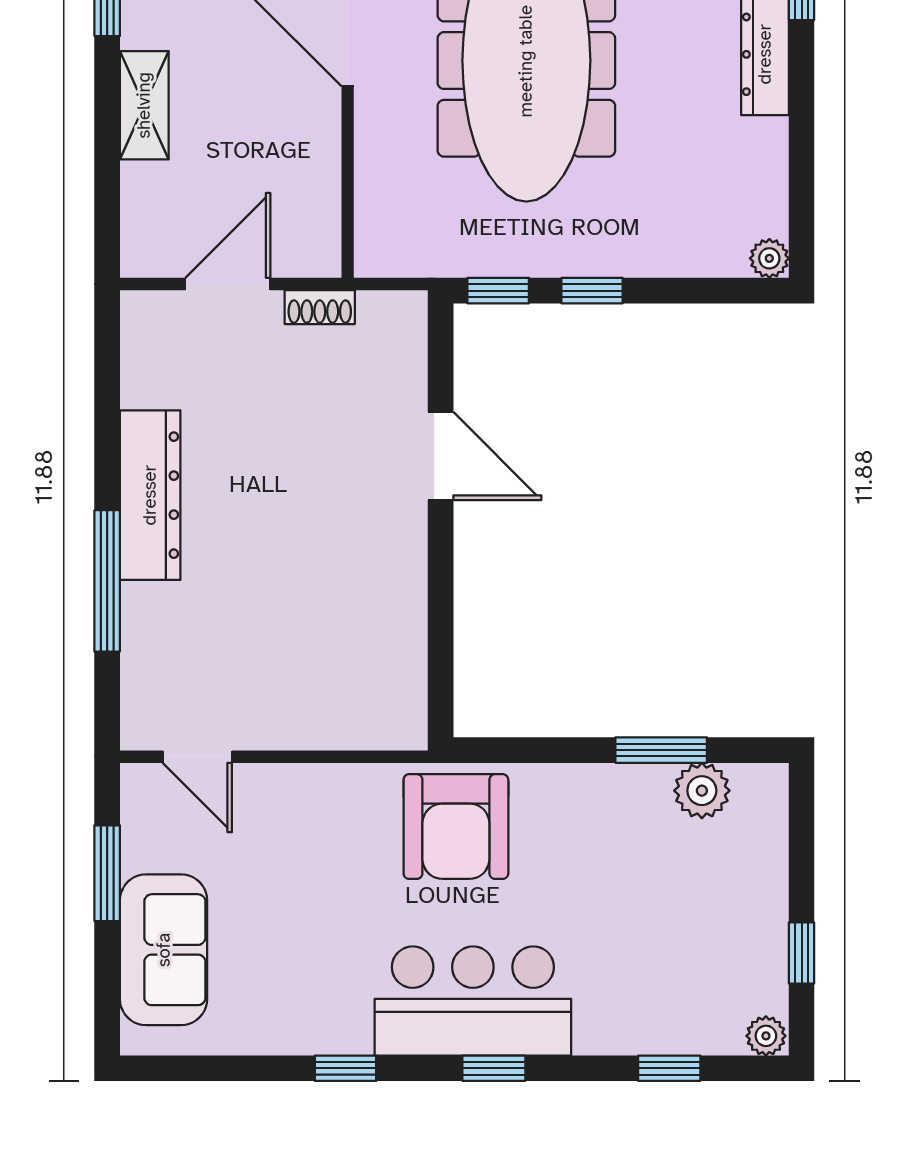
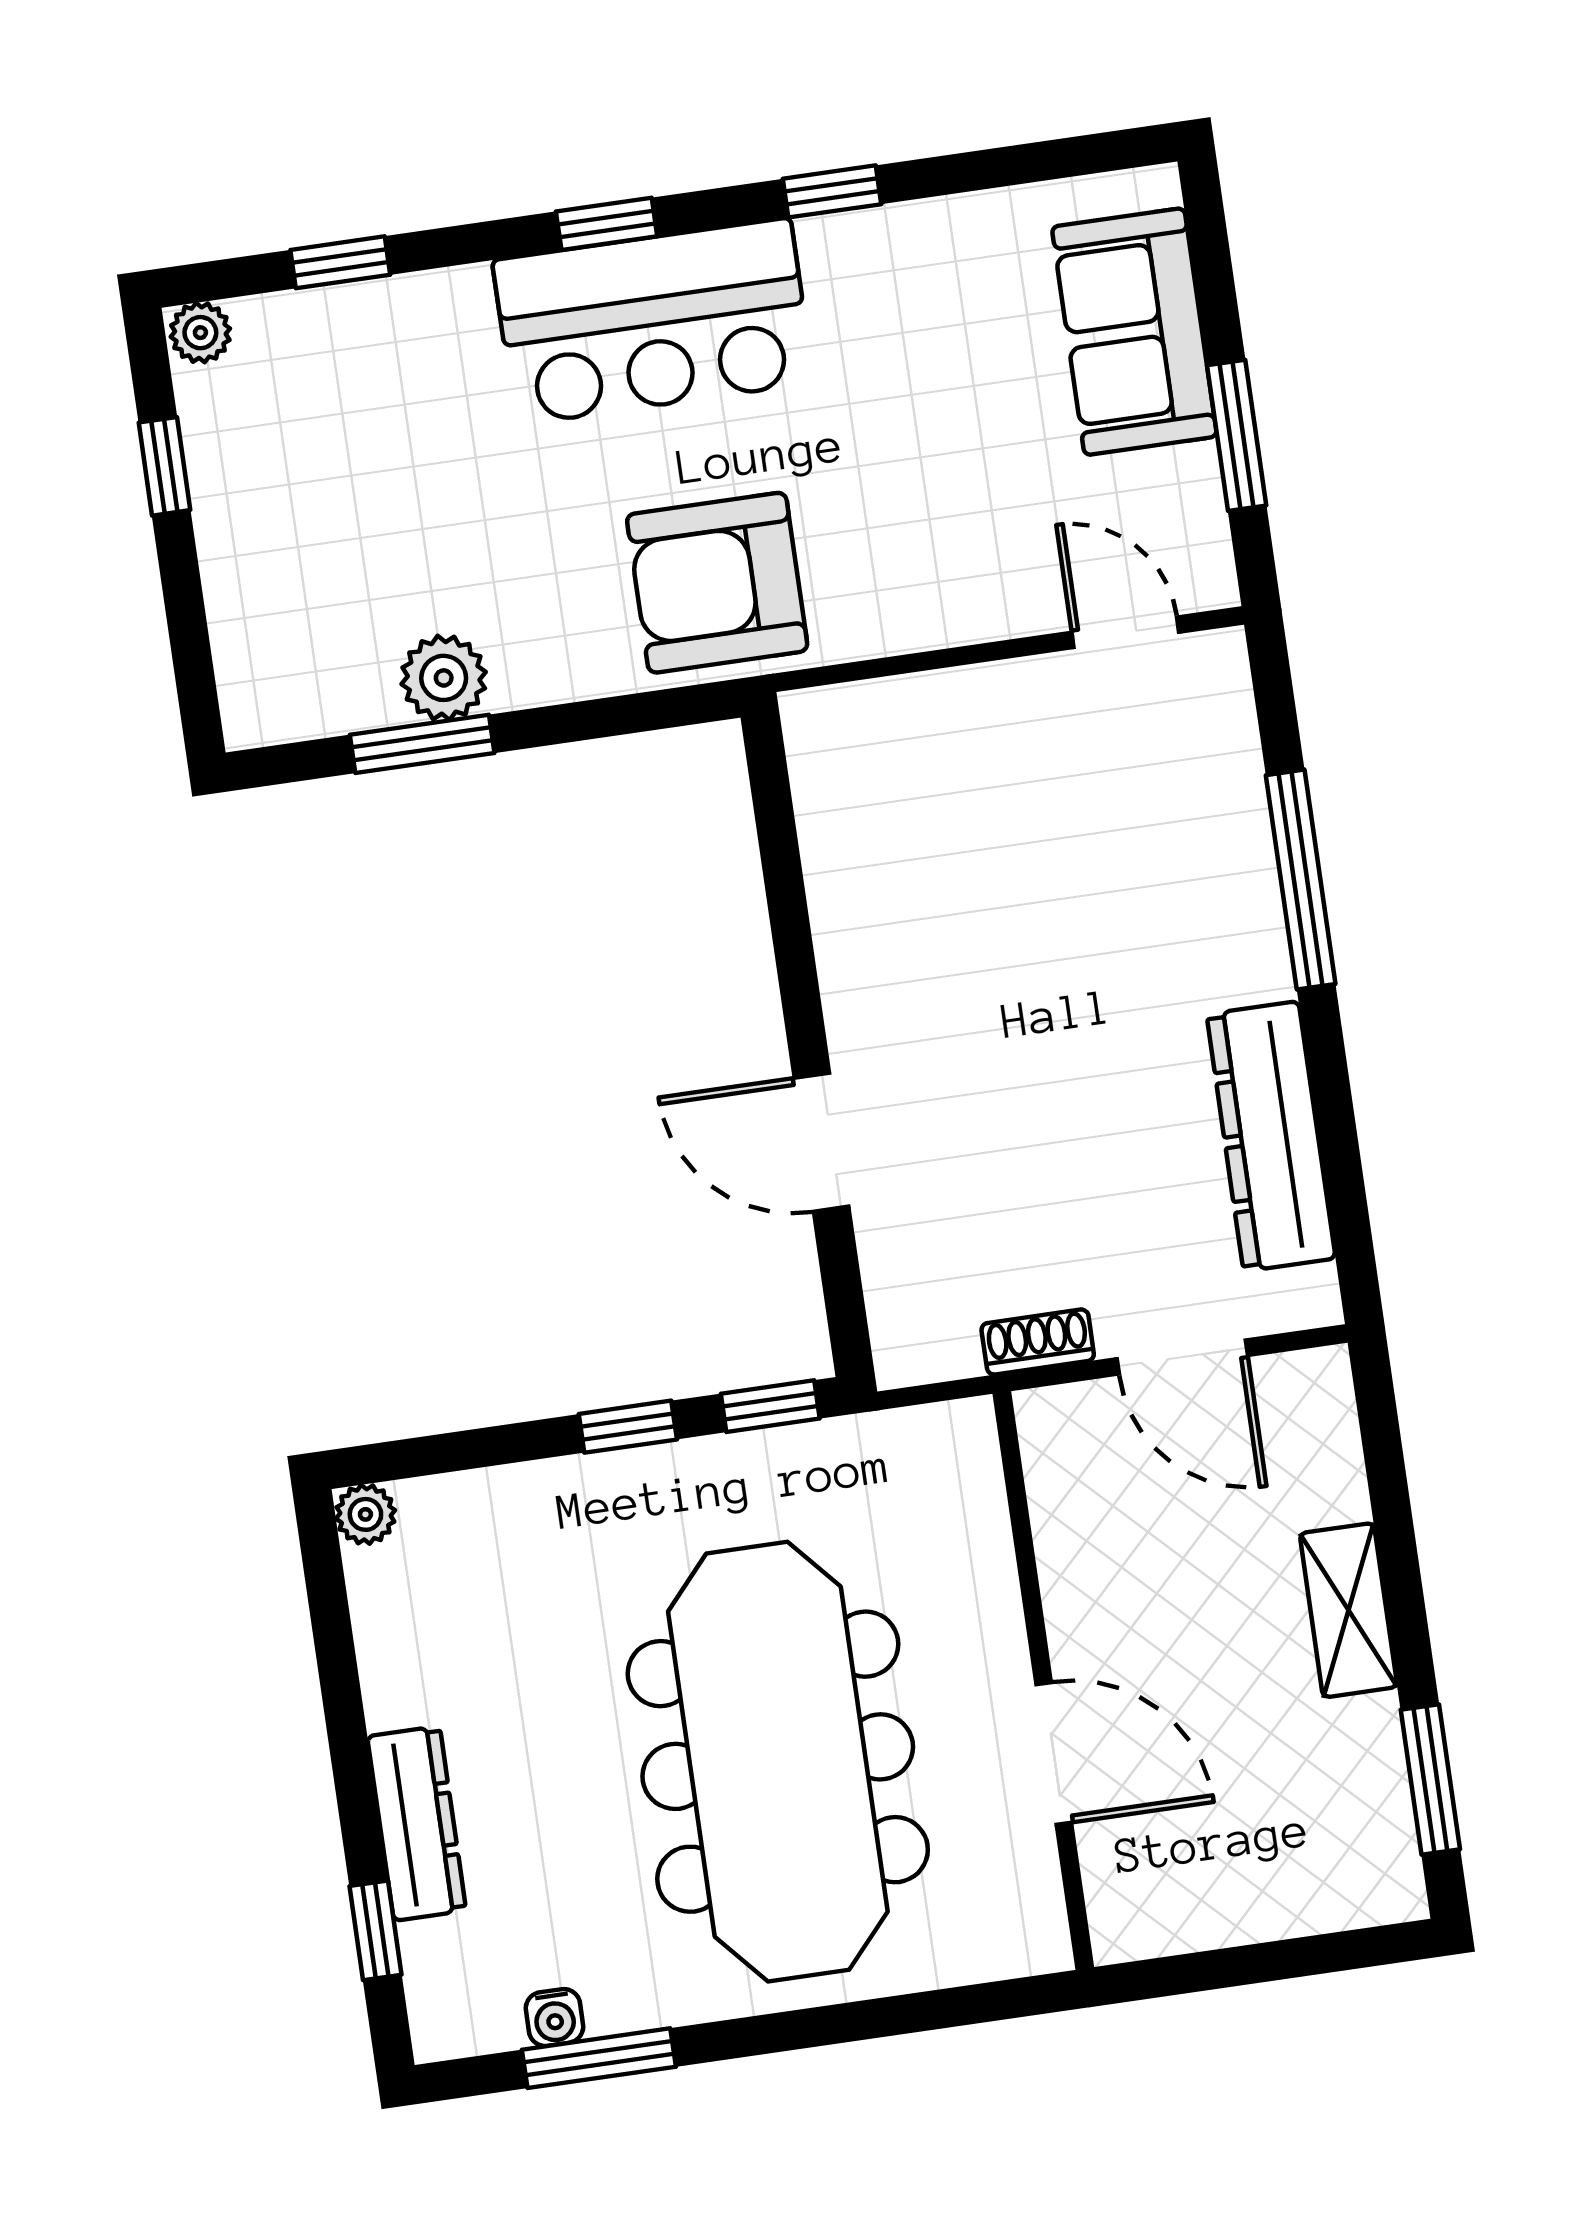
door: (228, 284) -> (1182, 1357), hinge flipped
dresser: (150, 495) -> (1271, 1136), moved
plant: (702, 791) -> (444, 678), moved
armchair: (456, 827) -> (717, 583), turned -90

